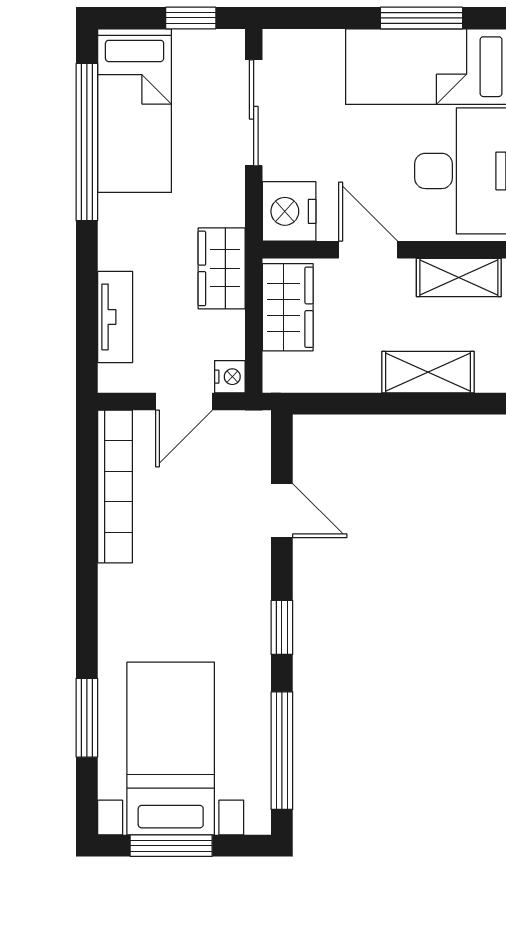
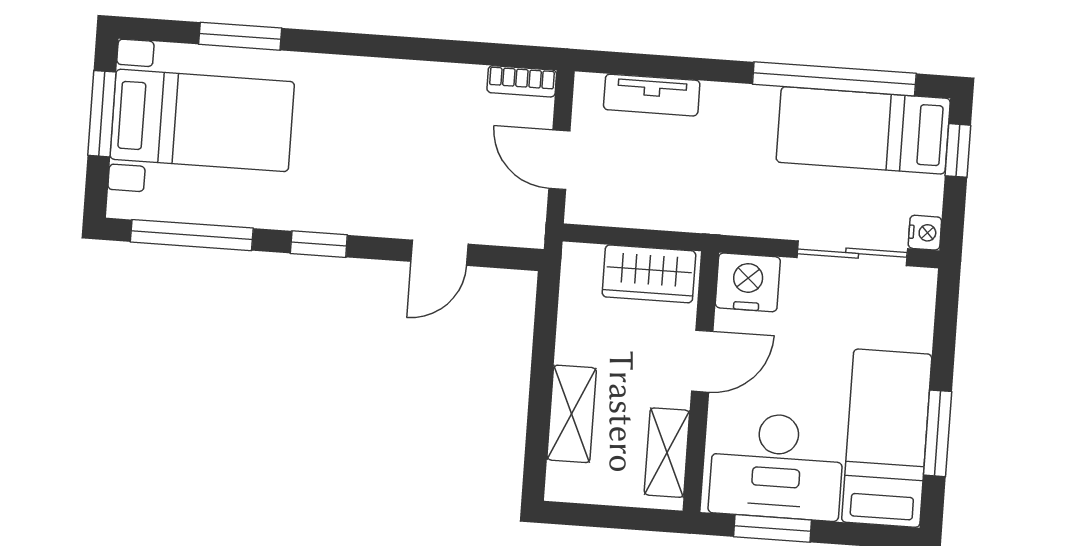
window: (191, 18) -> (958, 150), moved
wardrobe: (222, 268) -> (694, 209), removed
nightstand: (230, 377) -> (925, 233), moved, turned -90
bookcase: (115, 486) -> (522, 81), width x0.43, depth x0.76

